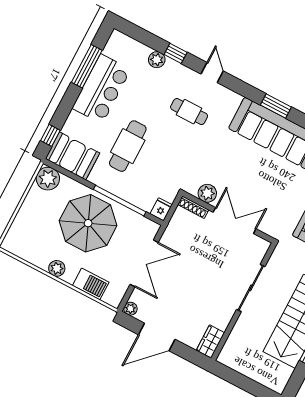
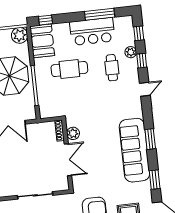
window: (141, 35) -> (139, 33), added
cafe table: (189, 112) -> (112, 68), moved
fridge: (161, 209) -> (46, 113), removed

